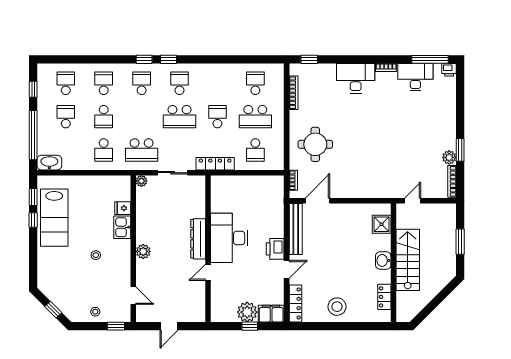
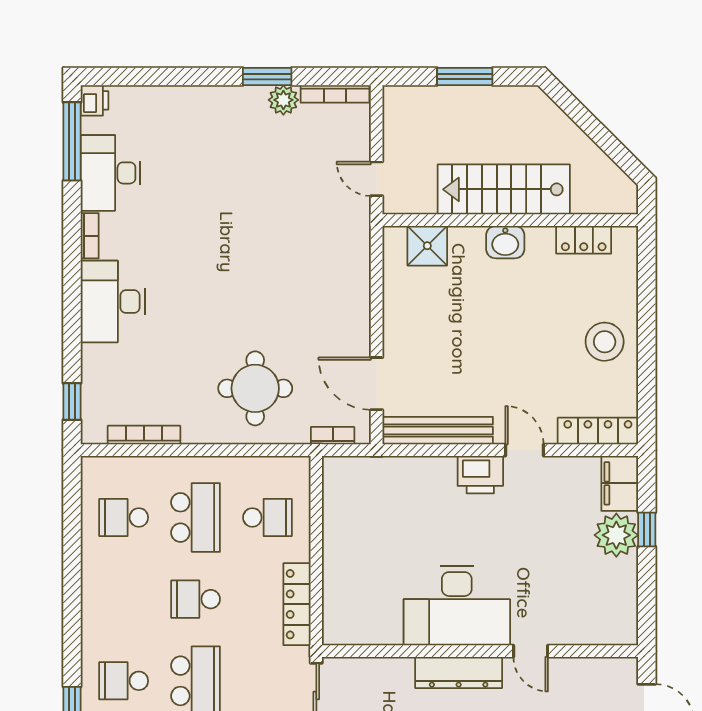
desk: (229, 238) -> (457, 606), moved
dresser: (198, 239) -> (459, 673), moved
wall: (208, 249) -> (480, 651), moved
door: (208, 272) -> (531, 651), moved

